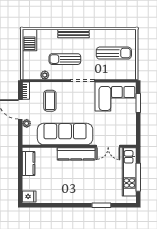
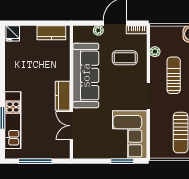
kitchen counter: (76, 154) -> (63, 96), width x0.67
kitchen unit: (129, 172) -> (13, 120), moved, turned 90

